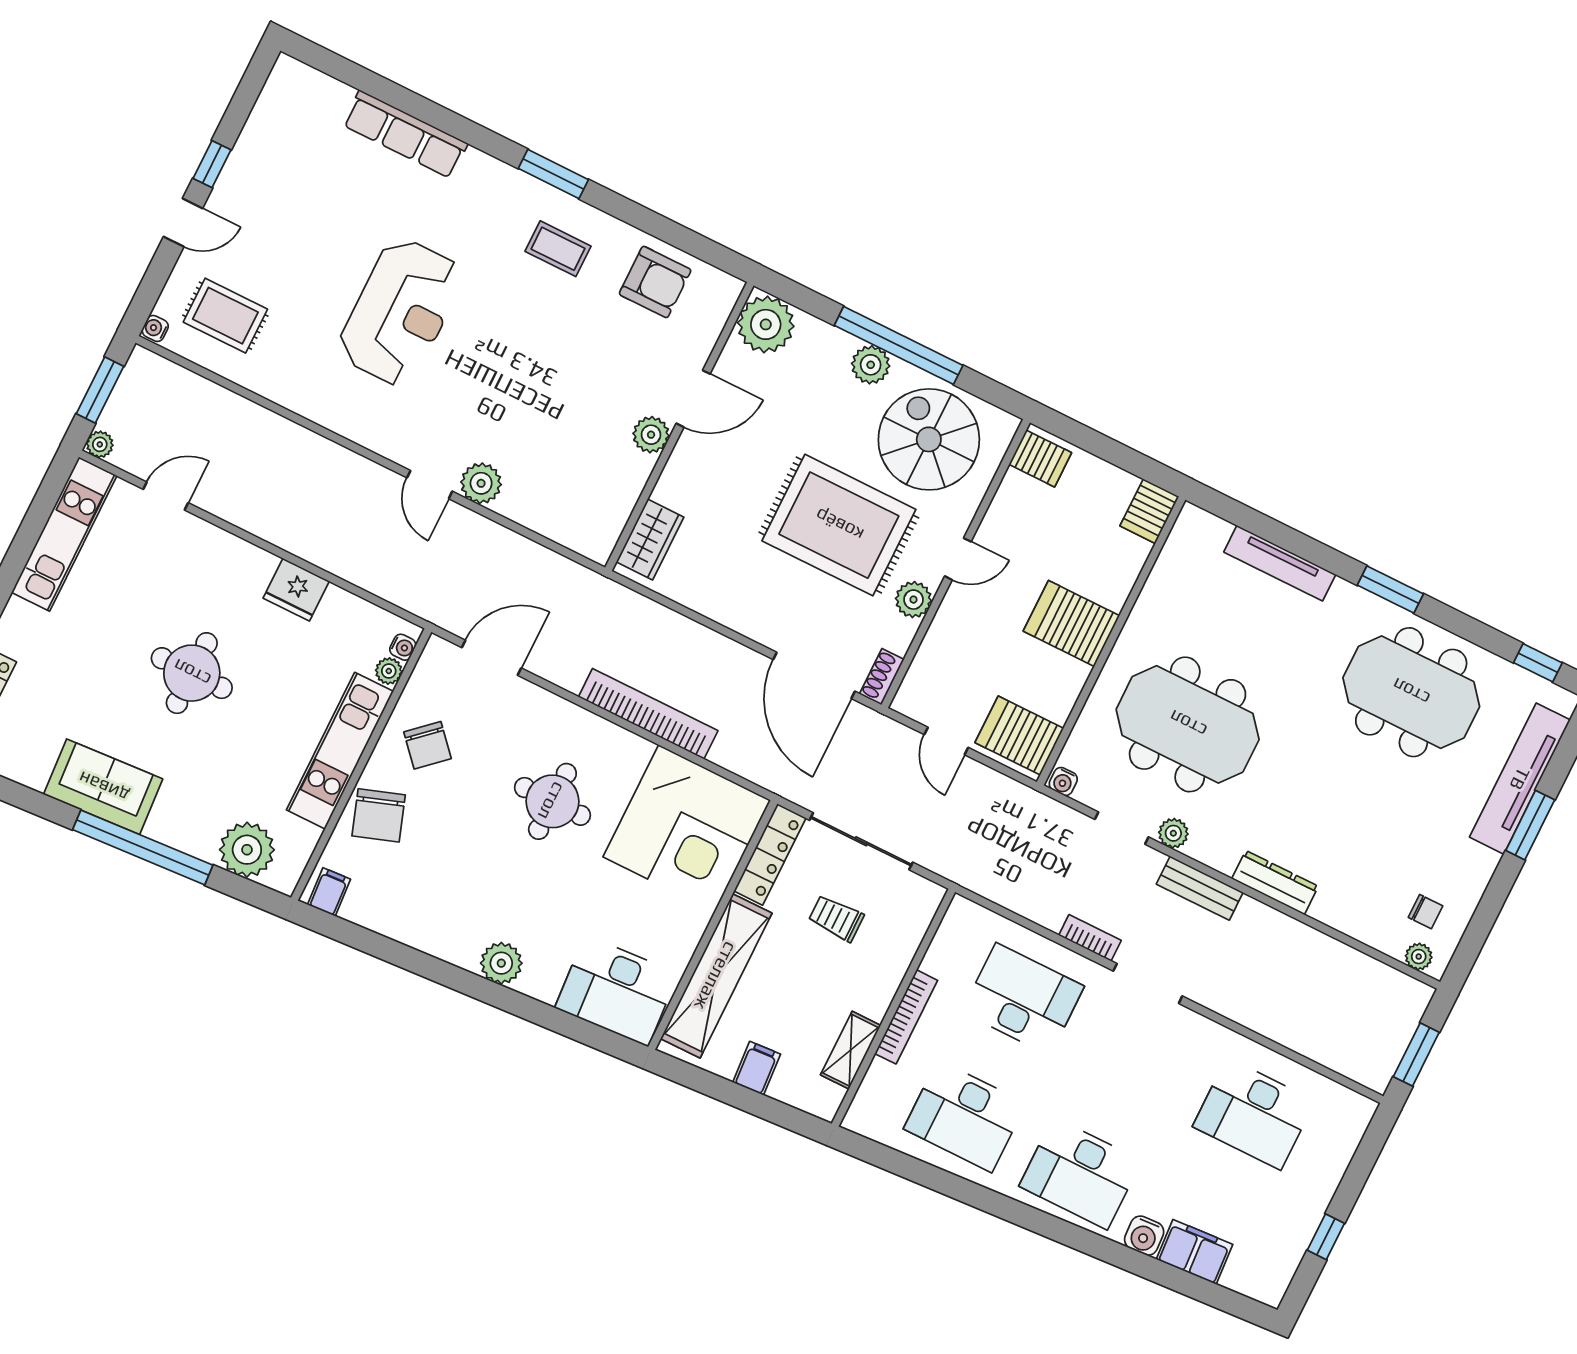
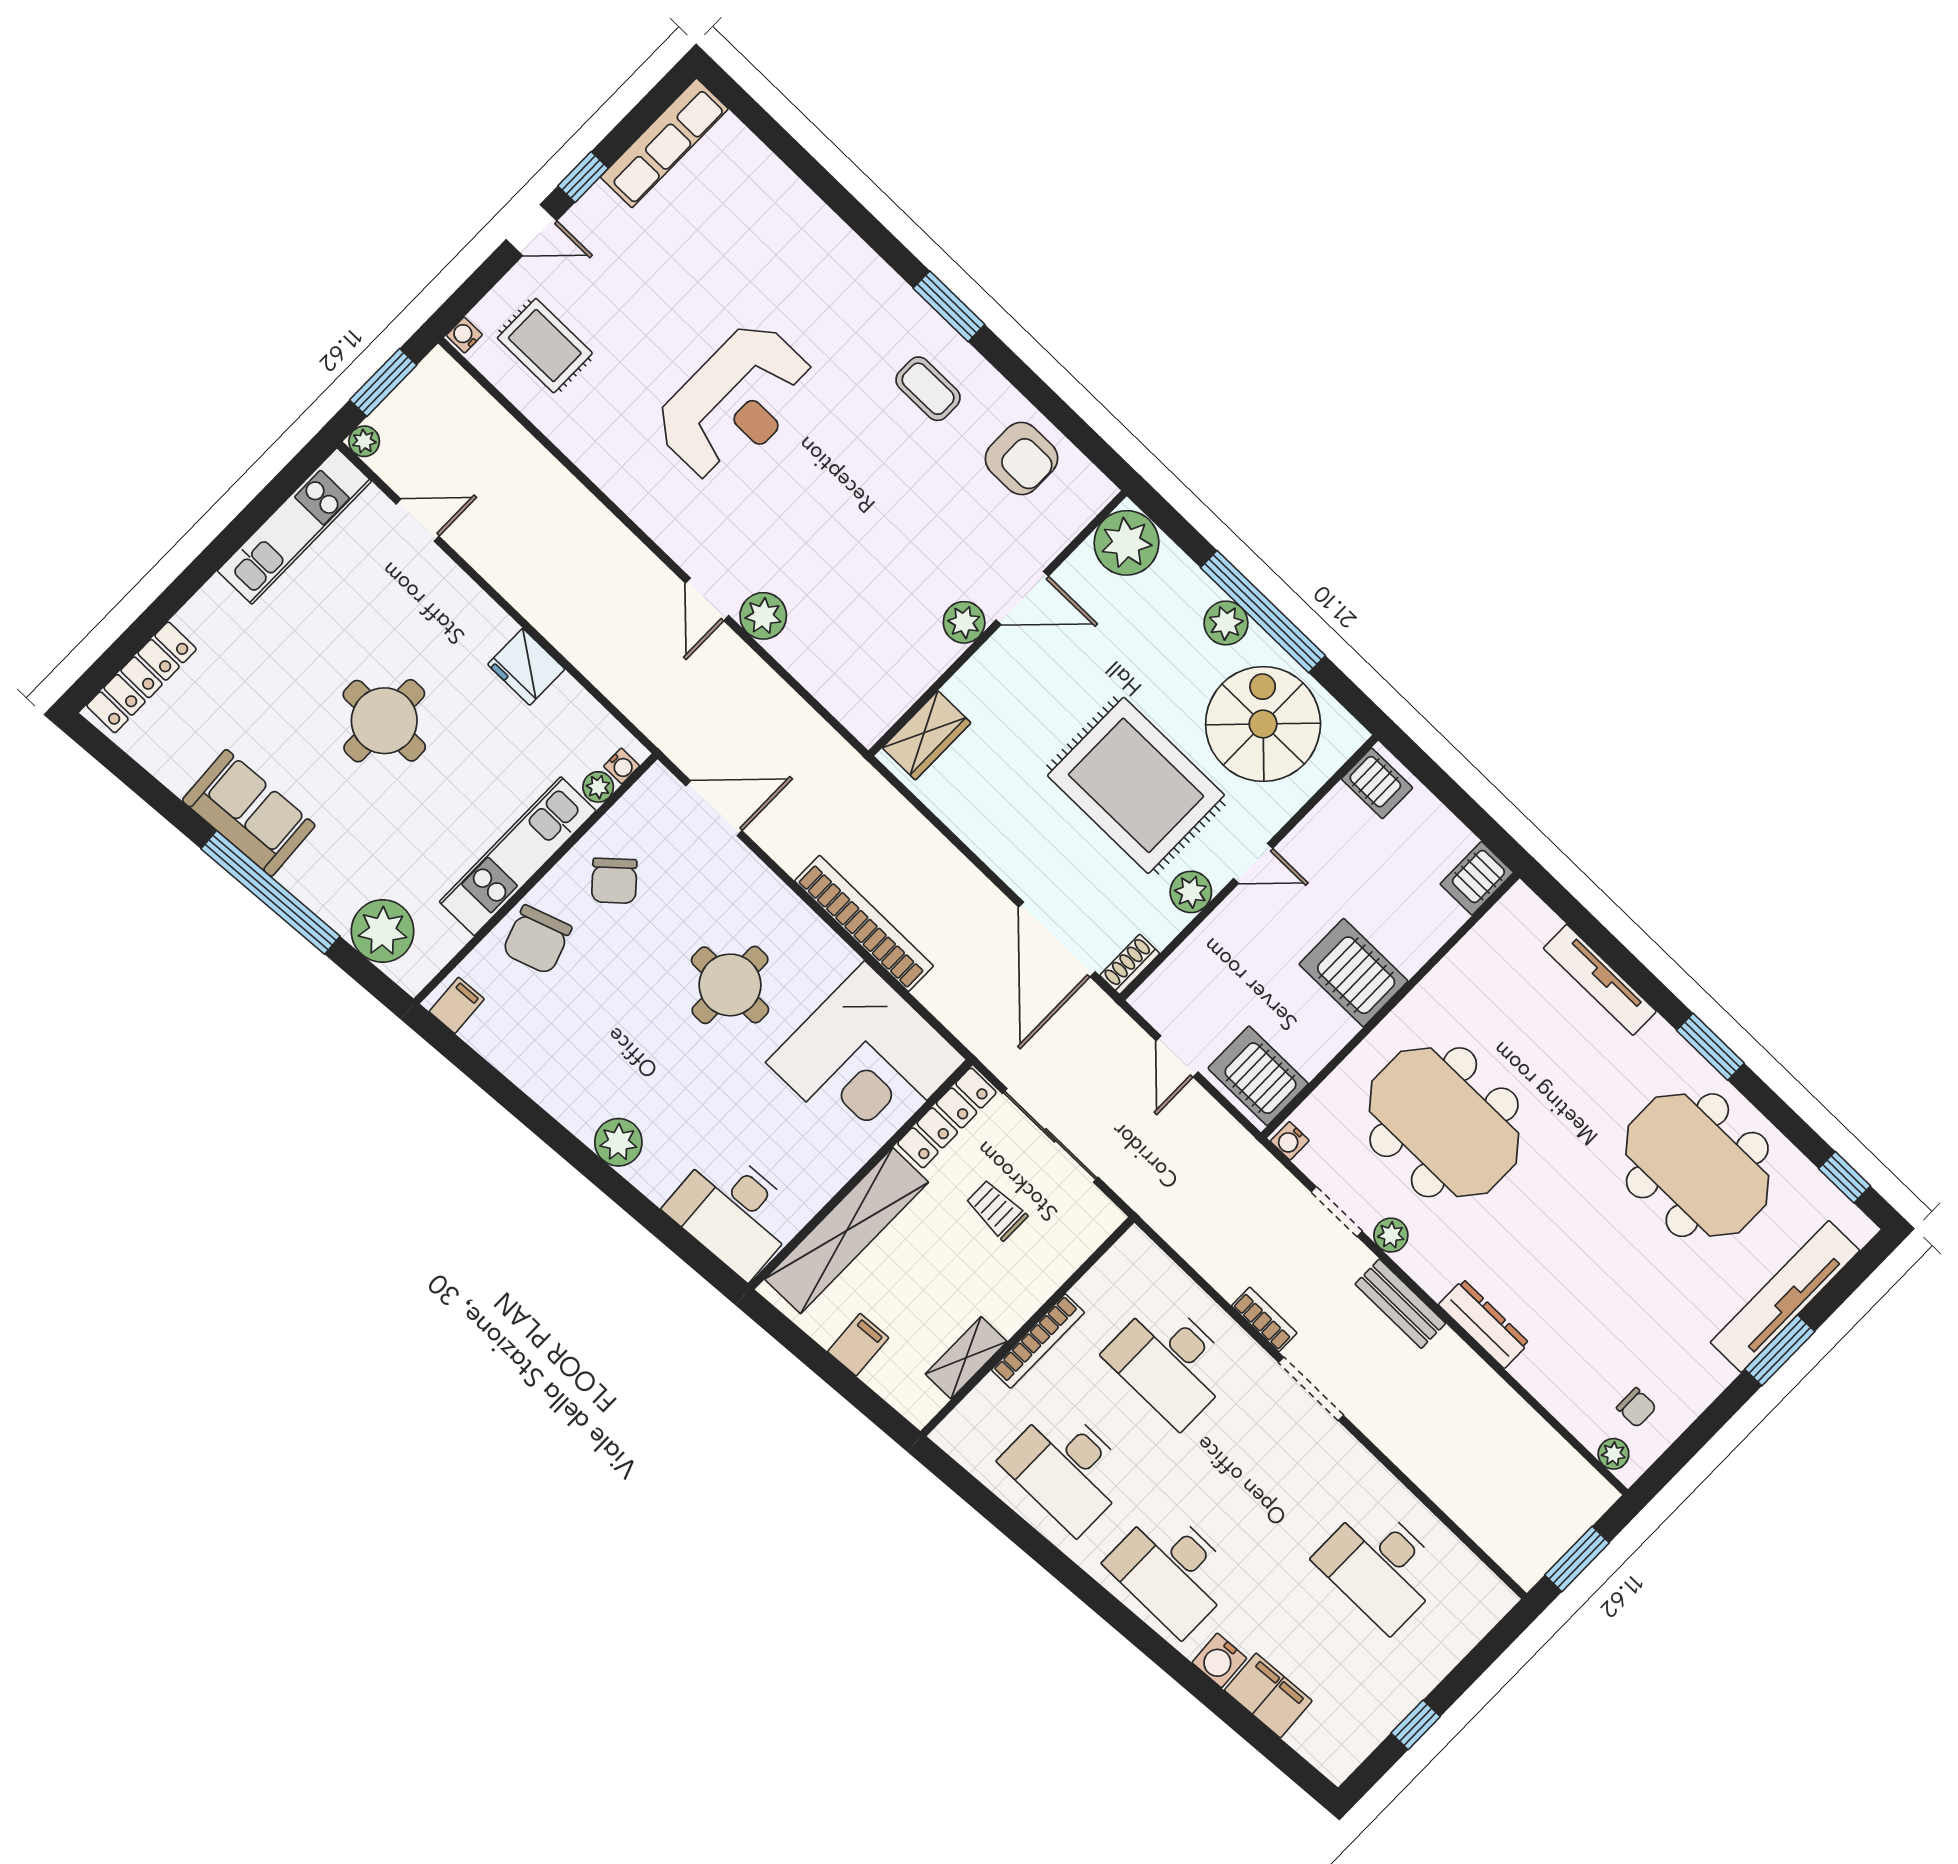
row of seats: (405, 134) -> (664, 143), moved, turned -90
desk: (1023, 999) -> (1170, 1362), turned 180

